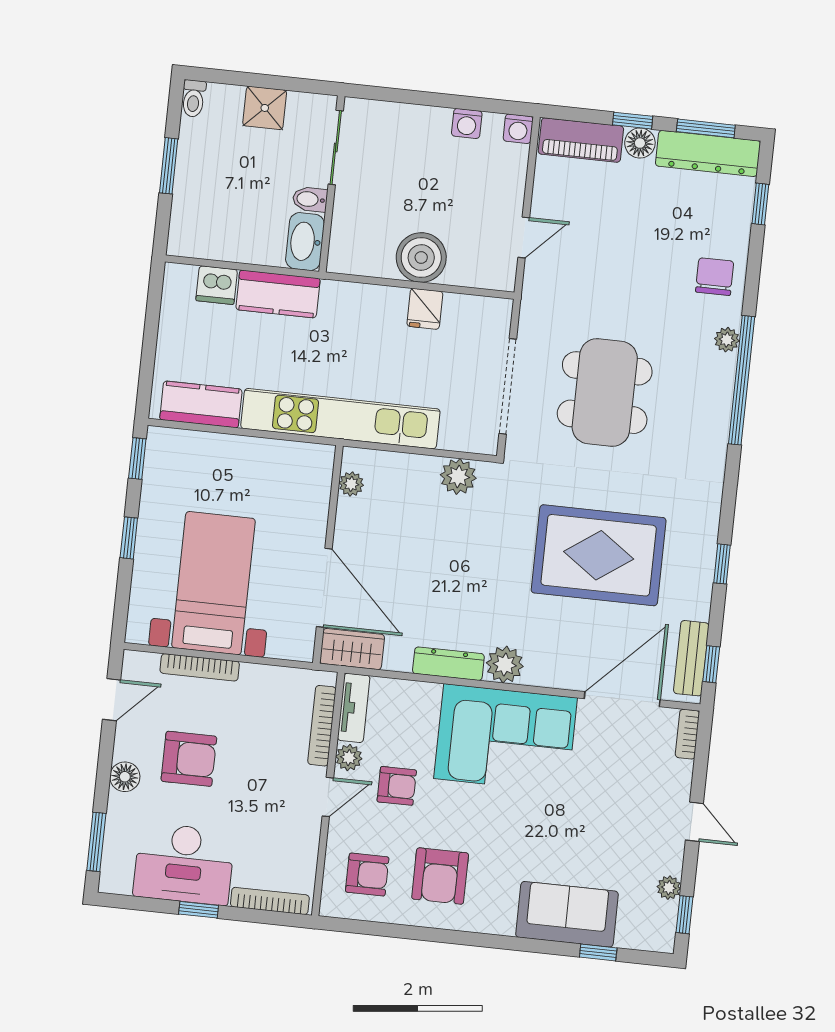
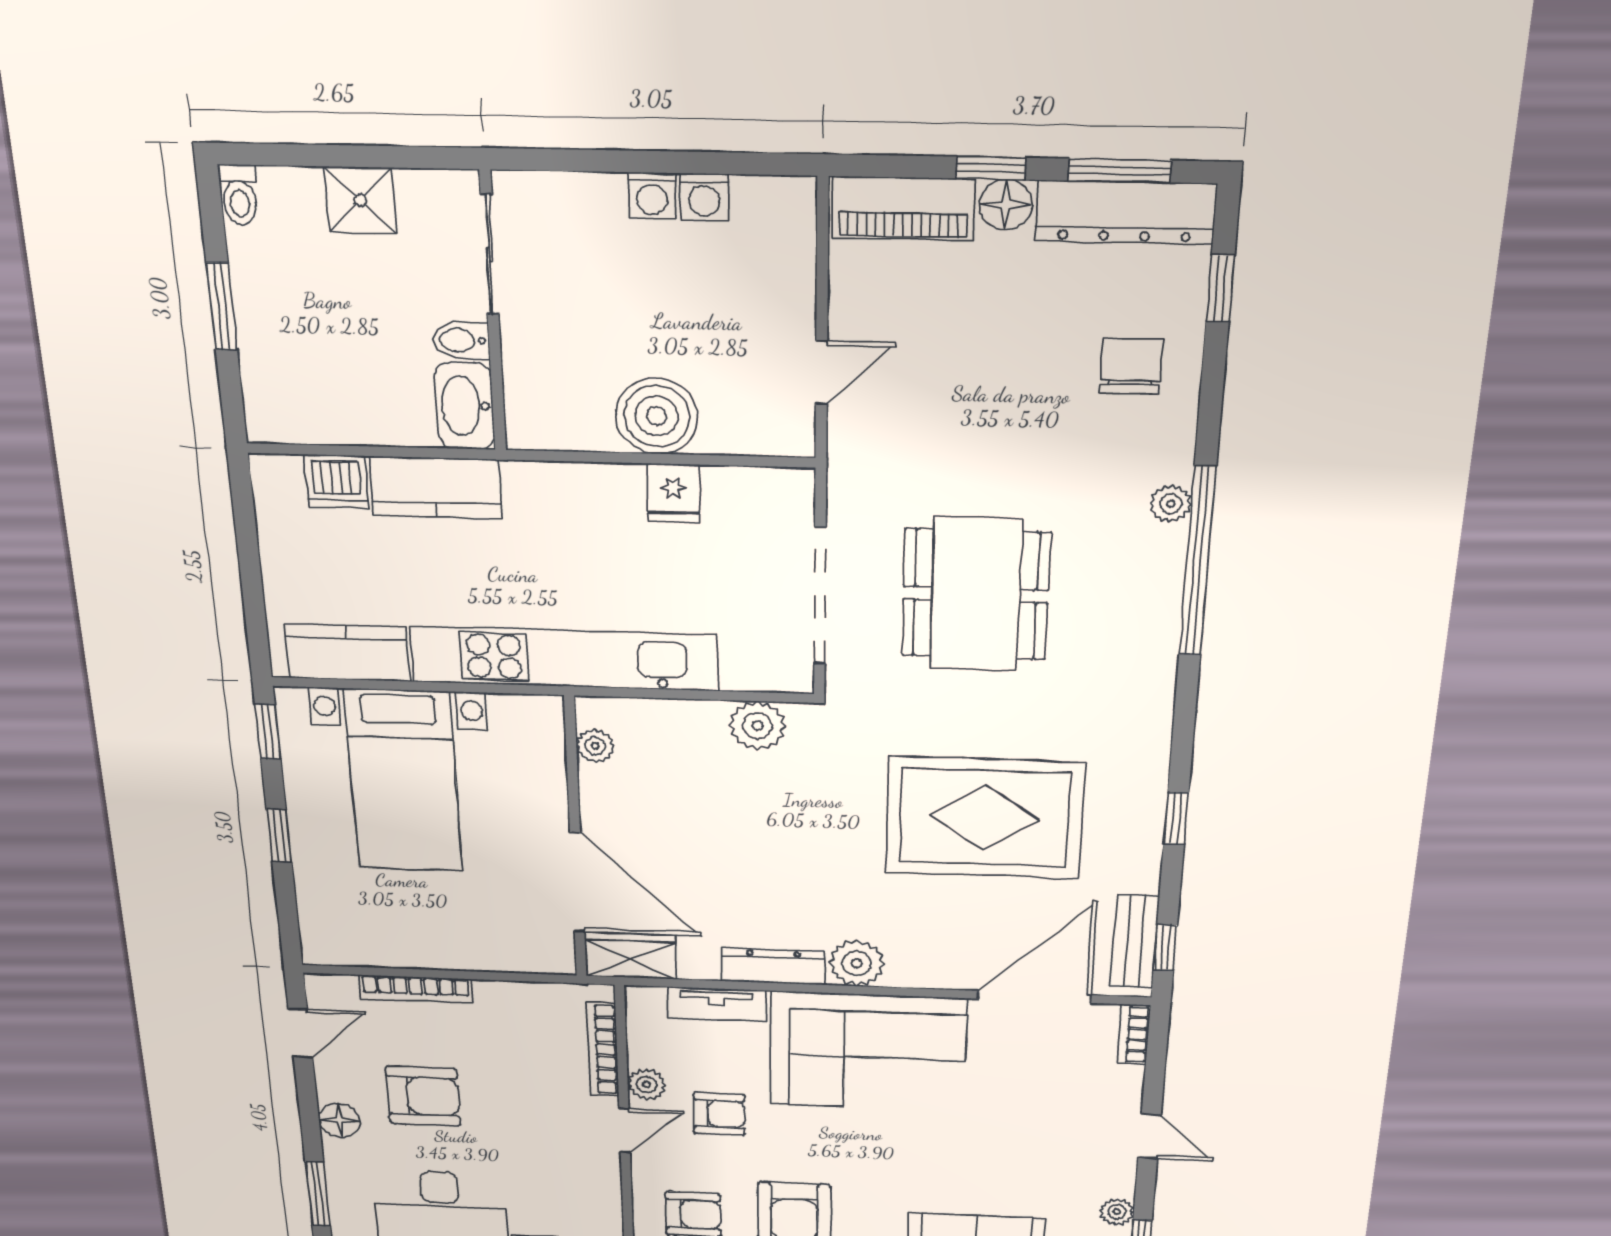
washing machine: (518, 129) -> (652, 196), moved
chair: (715, 277) -> (1131, 366), moved
bed with nightstands: (213, 583) -> (404, 781), moved, turned 180
tv unit: (354, 708) -> (717, 1004), moved, turned 90

